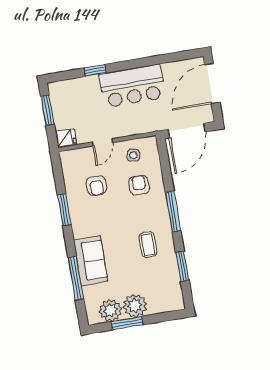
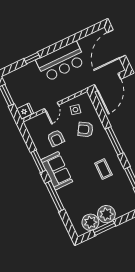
armchair: (139, 185) -> (85, 129), turned -59
sofa: (91, 261) -> (57, 171), moved
window: (76, 278) -> (55, 196), moved

